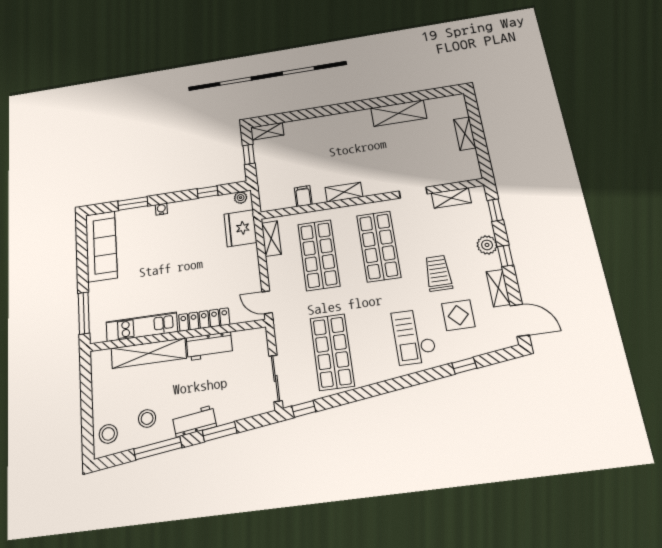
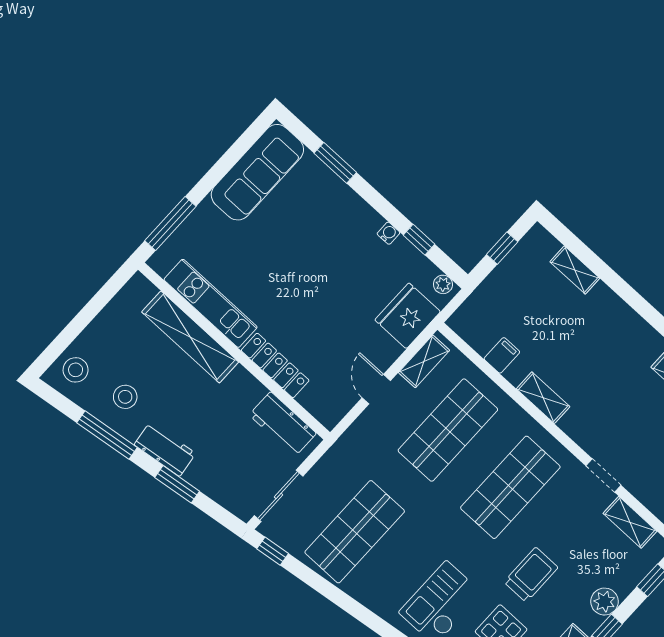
shelving: (267, 131) -> (575, 270), moved
water cooler: (161, 209) -> (388, 233), moved
door: (267, 302) -> (376, 389), moved
workbench: (209, 346) -> (283, 424), moved

